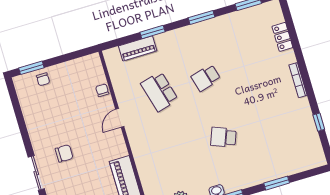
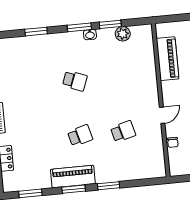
window: (152, 32) -> (109, 186), moved
piano: (138, 48) -> (73, 177), moved, width x1.37, depth x1.33
school desk: (159, 92) -> (123, 131), width x0.54

